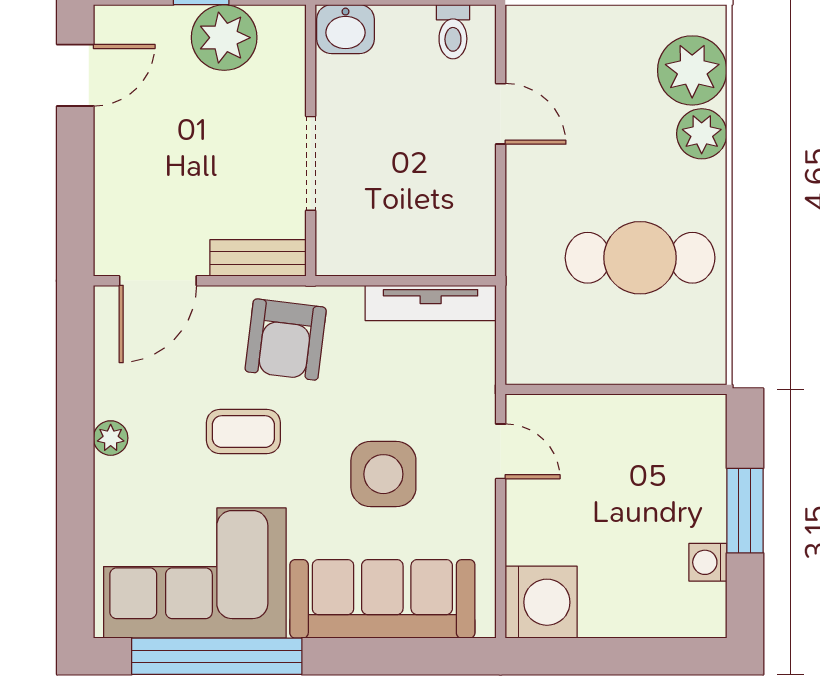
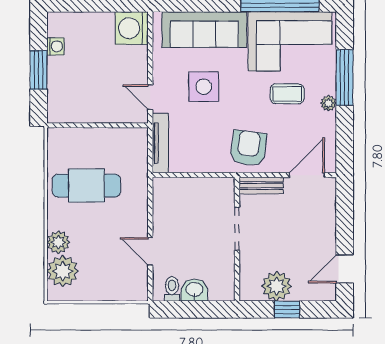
washbasin: (346, 29) -> (194, 290), moved
tv unit: (431, 303) -> (160, 143), moved, turned 90
coffee table: (243, 432) -> (287, 94), moved
window: (75, 494) -> (345, 77), added

